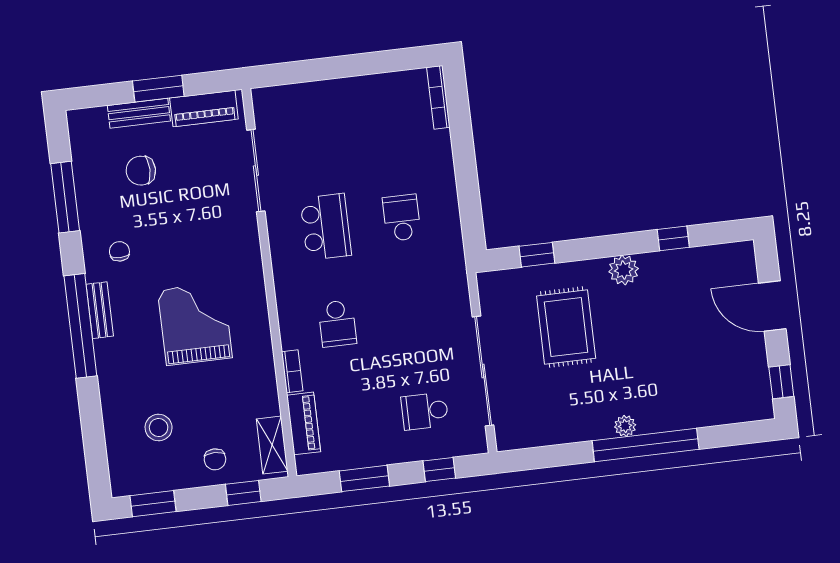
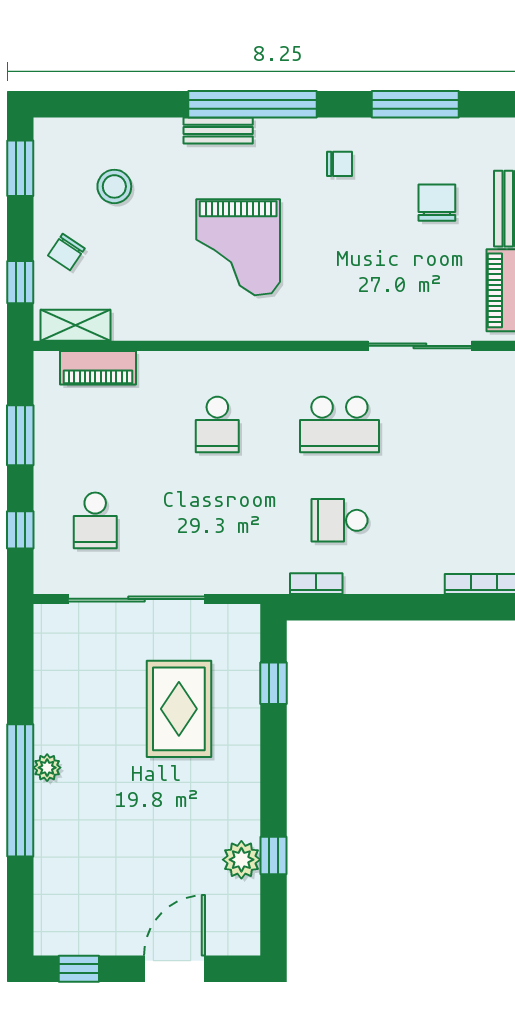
school desk: (402, 218) -> (339, 520), turned 180
plant: (624, 270) -> (241, 860), moved
bench: (100, 310) -> (218, 131), moved
grand piano: (195, 324) -> (238, 247), turned 90
school desk: (337, 324) -> (217, 424), turned -90
rug: (566, 327) -> (179, 709), turned 90
bookcase: (292, 371) -> (316, 584), moved, turned 180
school desk: (425, 411) -> (95, 520), turned 180
chair: (215, 459) -> (66, 252), turned -56

